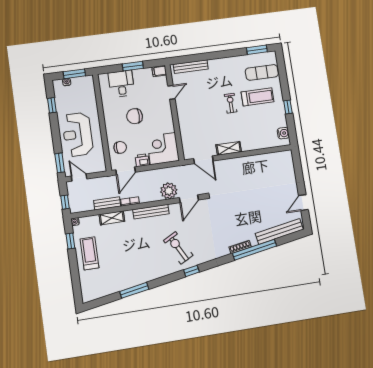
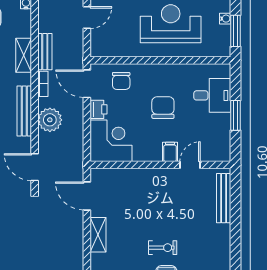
filing cabinet: (159, 71) -> (170, 152), moved
door: (171, 92) -> (190, 165), swing flipped
reception desk: (78, 134) -> (171, 24), moved
door: (203, 160) -> (87, 196), hinge flipped
plant: (169, 191) -> (50, 120), moved

